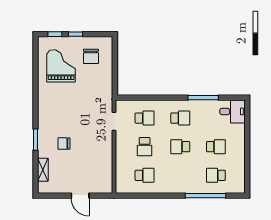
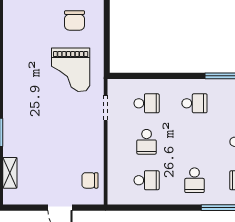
grand piano: (61, 66) -> (71, 70), moved, turned 180
chair: (64, 144) -> (90, 180), moved
school desk: (180, 147) -> (194, 180), moved, turned -90

